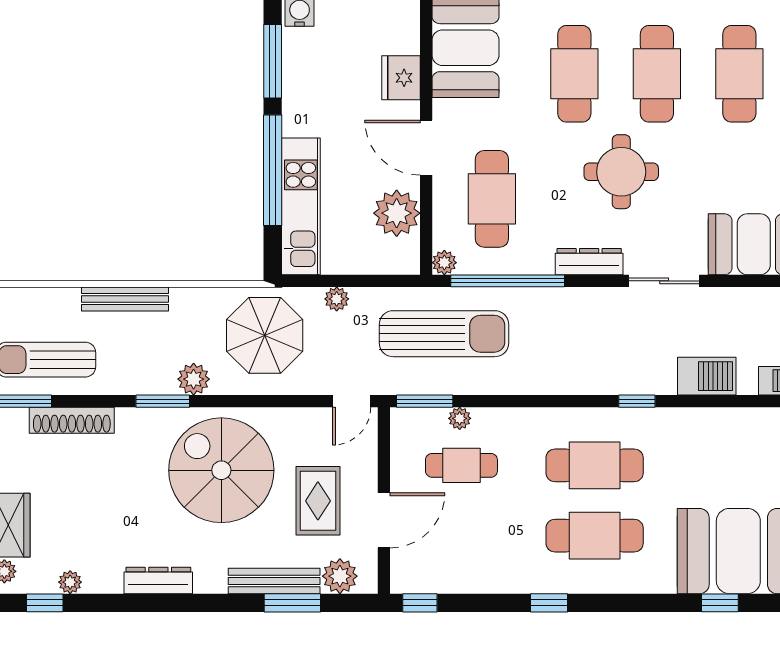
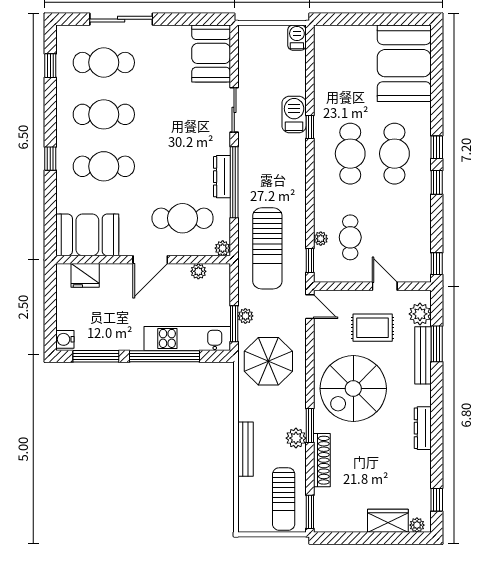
fridge: (401, 78) -> (85, 275), moved
round table: (621, 172) -> (165, 137), removed
plant: (397, 213) -> (198, 271), width x0.53, depth x0.53
dresser: (589, 262) -> (222, 177), moved
window: (324, 281) -> (234, 324), added
window: (508, 281) -> (234, 182), moved
sun lounger: (444, 334) -> (267, 248), turned 180
barbecue: (707, 376) -> (294, 115), moved
plant: (194, 379) -> (296, 438), moved
window: (425, 401) -> (310, 261), width x0.67
shoe rack: (72, 420) -> (322, 460), moved
door: (384, 520) -> (385, 286), width x0.73
plant: (70, 582) -> (424, 484), removed
window: (720, 603) -> (437, 147), moved

